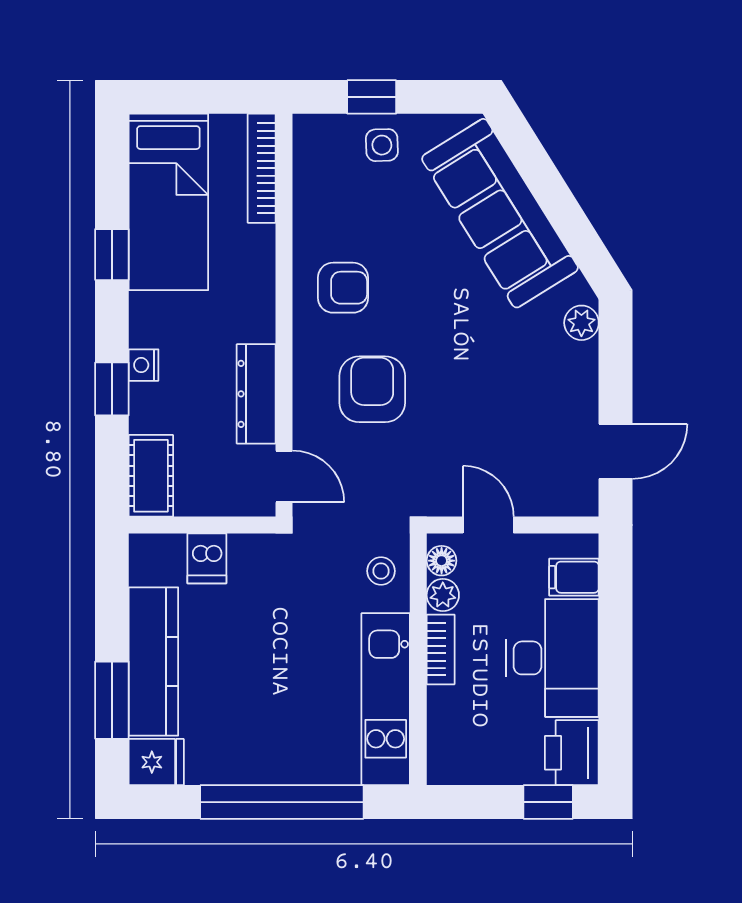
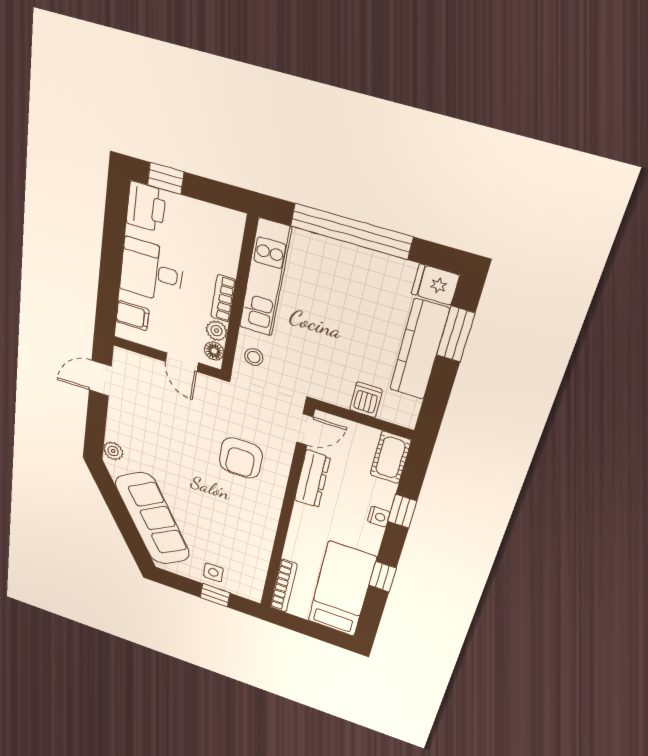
armchair: (343, 288) -> (248, 514), removed
door: (284, 476) -> (305, 430), swing flipped
desk: (552, 658) -> (152, 271), width x0.73

